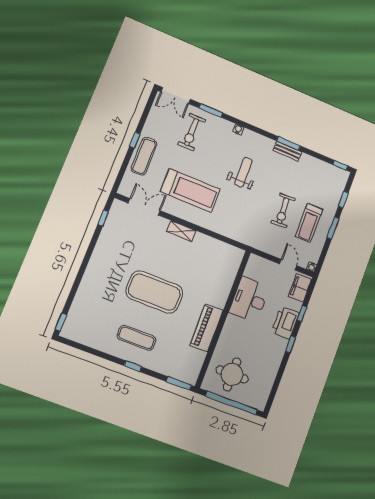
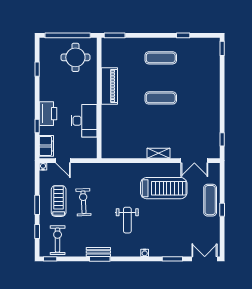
exercise bike: (192, 132) -> (58, 240), moved
treadmill: (190, 190) -> (164, 188), turned 180
exercise mat: (154, 292) -> (161, 98), width x0.50, depth x0.69
window: (291, 344) -> (37, 69), moved
window: (133, 366) -> (183, 35), moved

